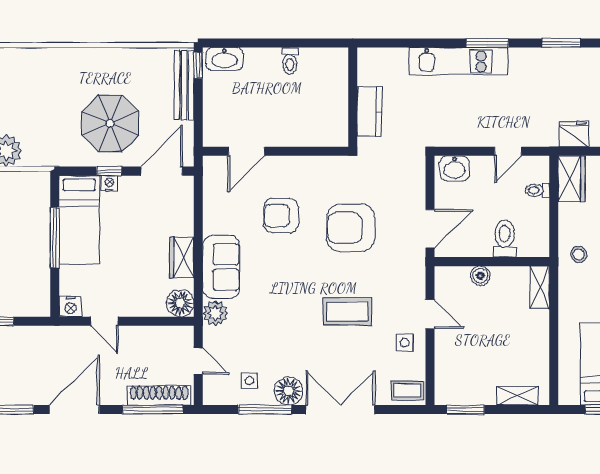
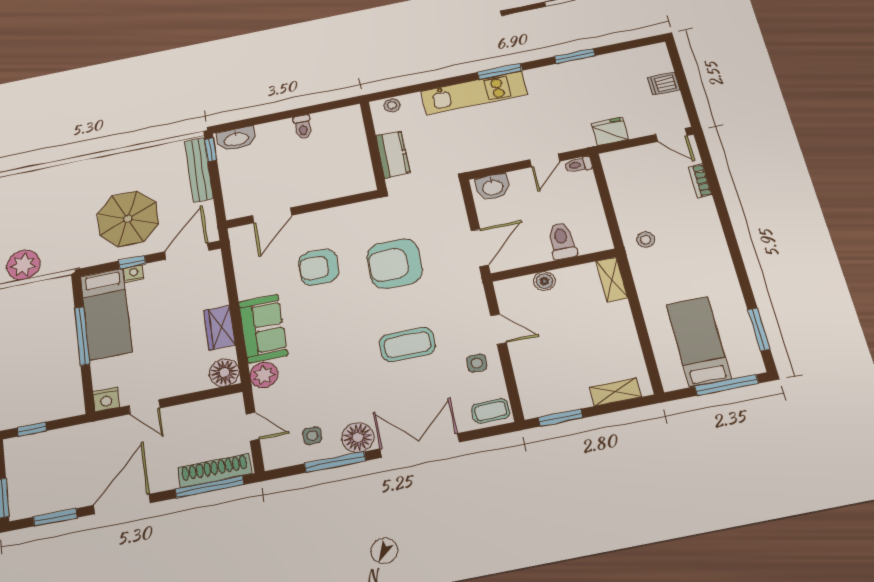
stool: (379, 57) -> (392, 105), added
wardrobe: (571, 179) -> (618, 172), removed
toilet: (537, 190) -> (578, 165), moved

